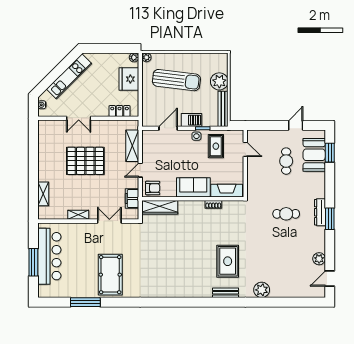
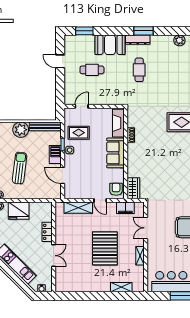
sun lounger: (176, 80) -> (20, 168), width x0.73, depth x0.75
locker: (120, 111) -> (47, 232), moved
booth: (314, 155) -> (110, 45), moved
pallet: (85, 161) -> (105, 248), moved
wardrobe: (160, 207) -> (133, 188), width x0.67

